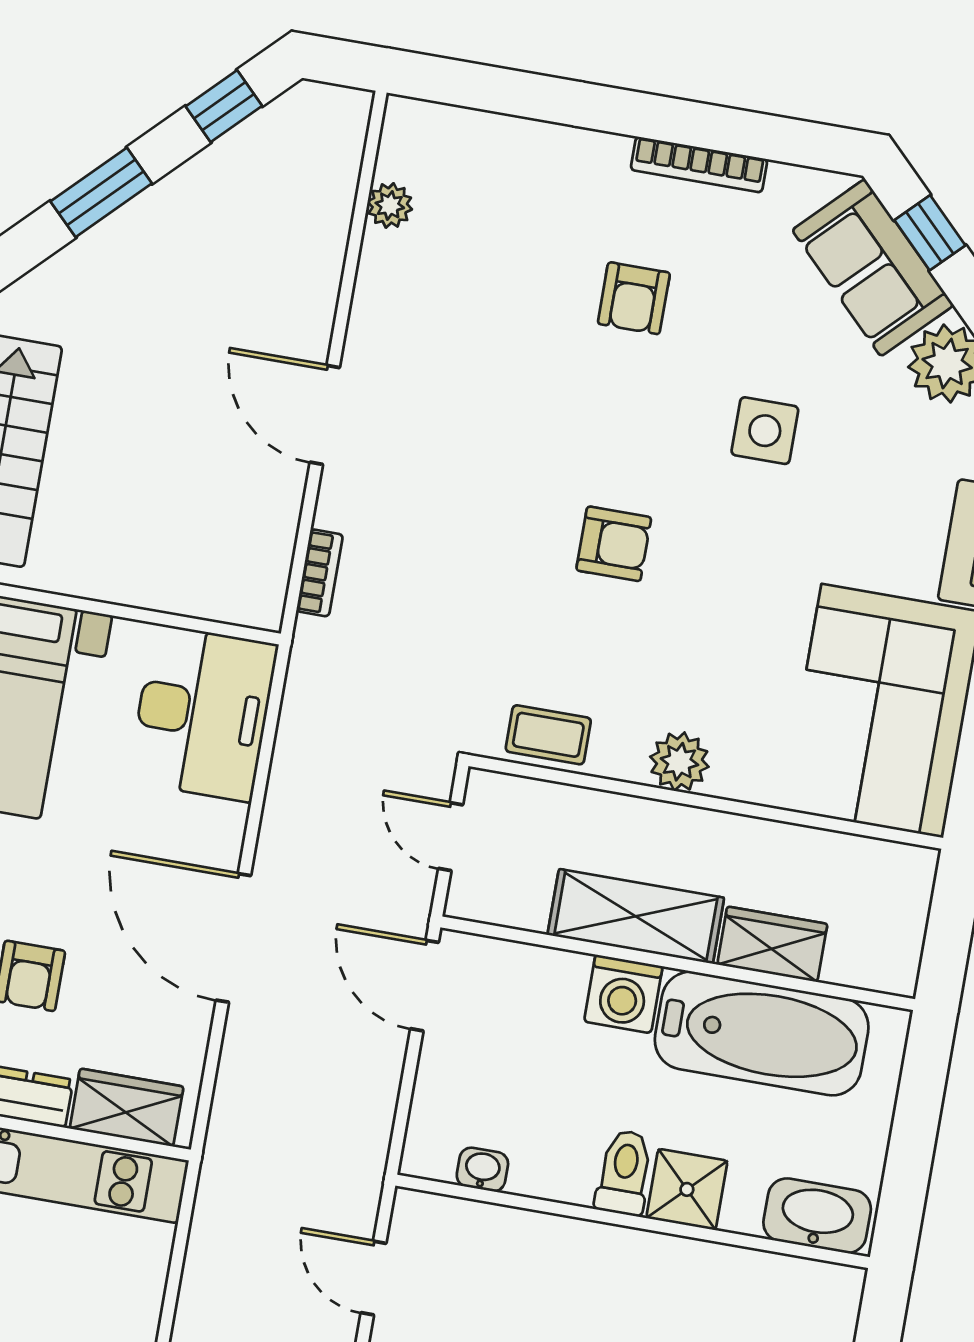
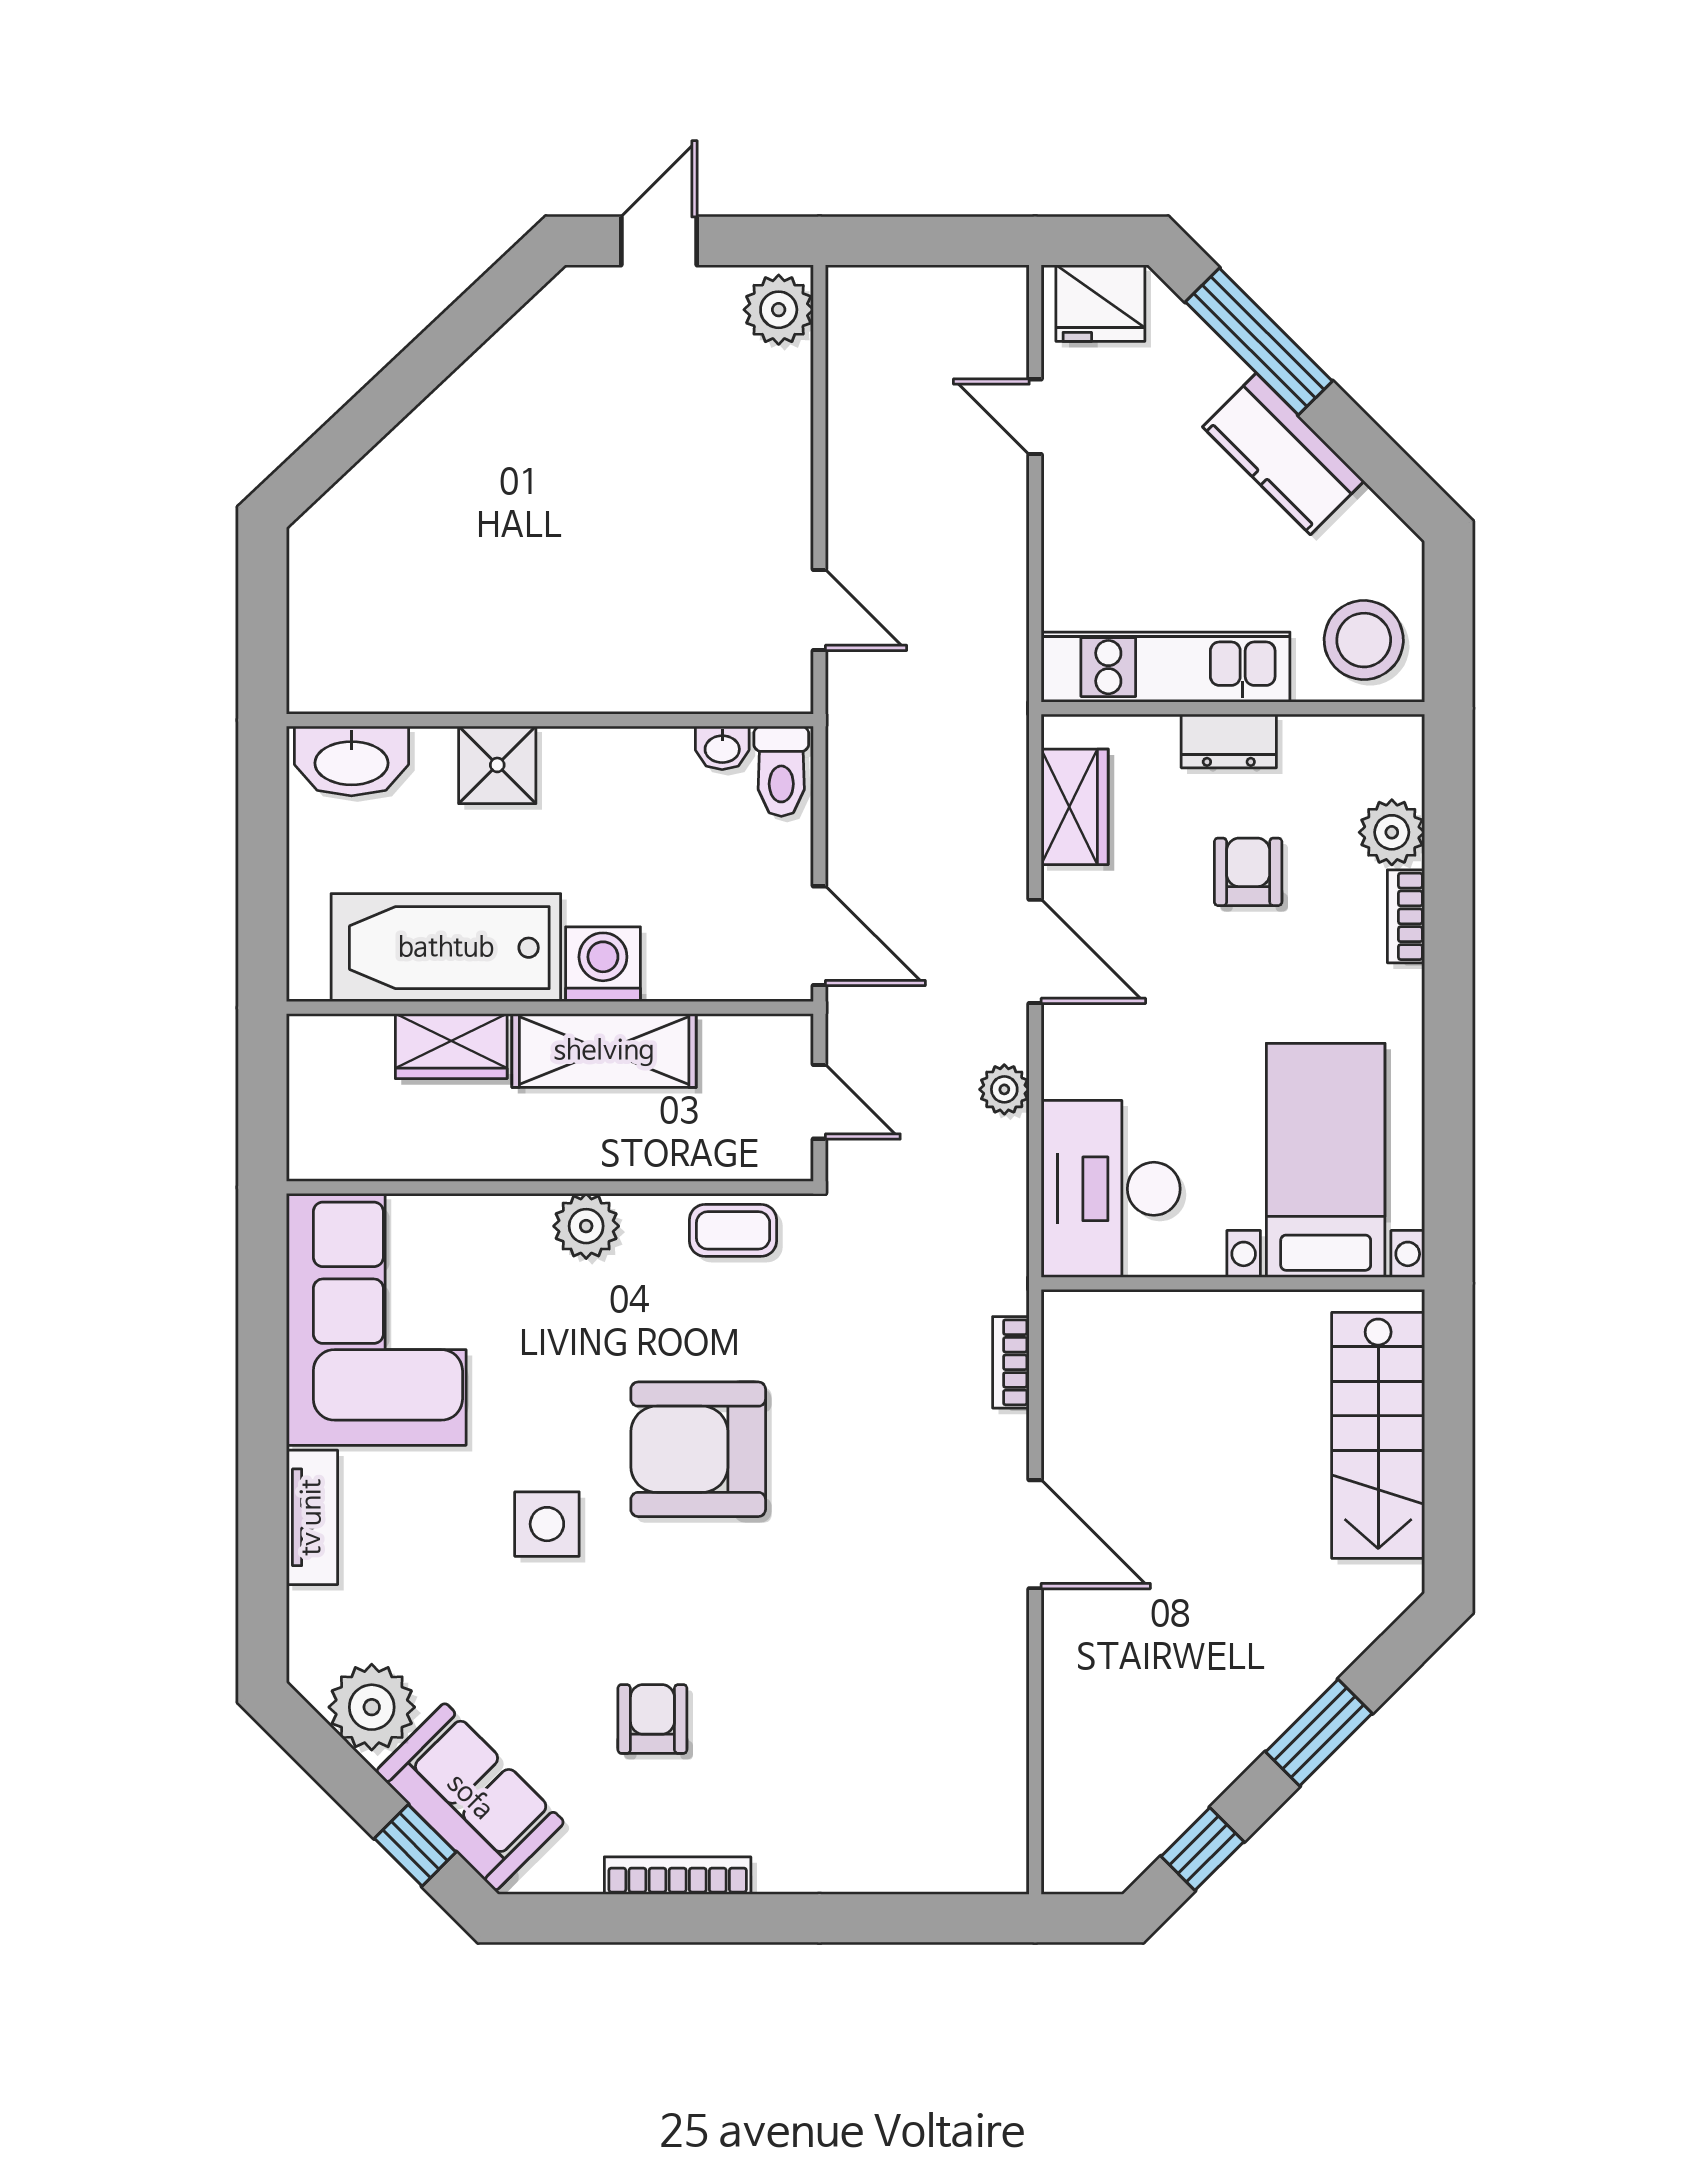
plant: (390, 205) -> (1004, 1089), moved
armchair: (634, 298) -> (652, 1719), moved
side table: (765, 431) -> (547, 1524), moved
armchair: (614, 544) -> (698, 1449), width x1.88, depth x1.88
door: (233, 938) -> (1035, 951), width x0.73
wardrobe: (127, 1108) -> (1075, 807), moved, turned -90
toilet: (624, 1173) -> (781, 771), moved

